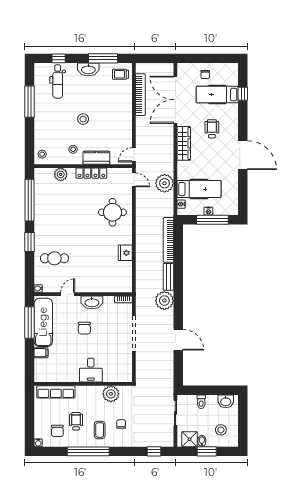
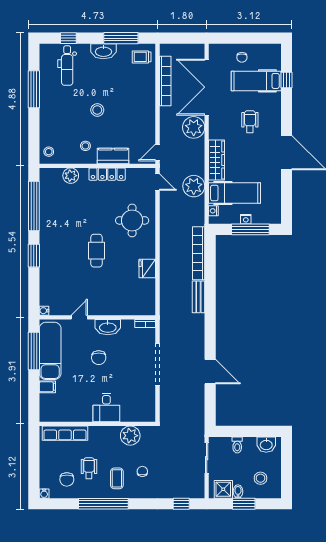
wardrobe: (184, 143) -> (216, 160), moved
cafe table: (54, 258) -> (97, 251), moved, turned 90
plant: (164, 301) -> (194, 127), moved

